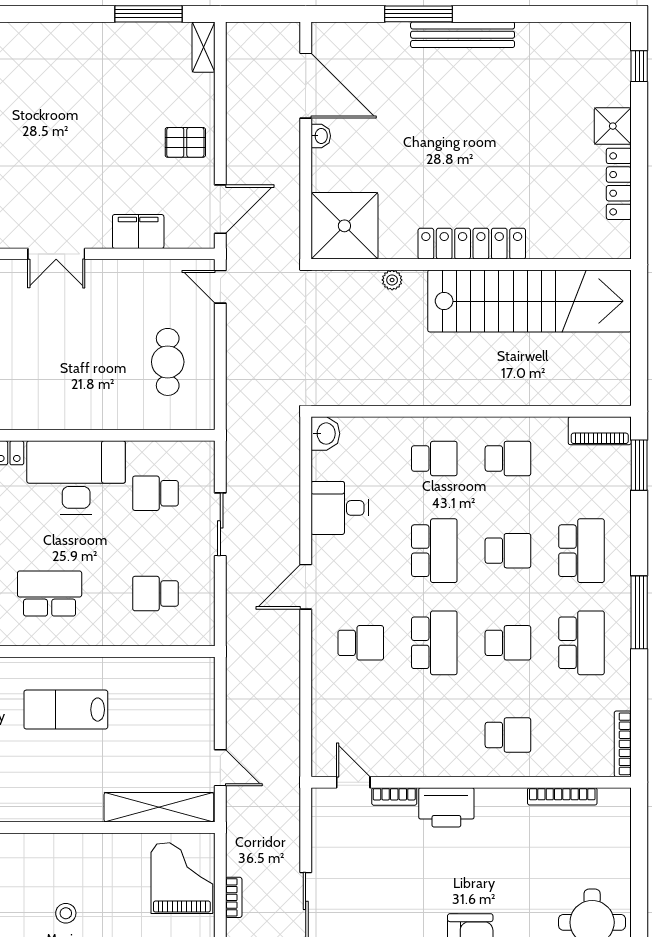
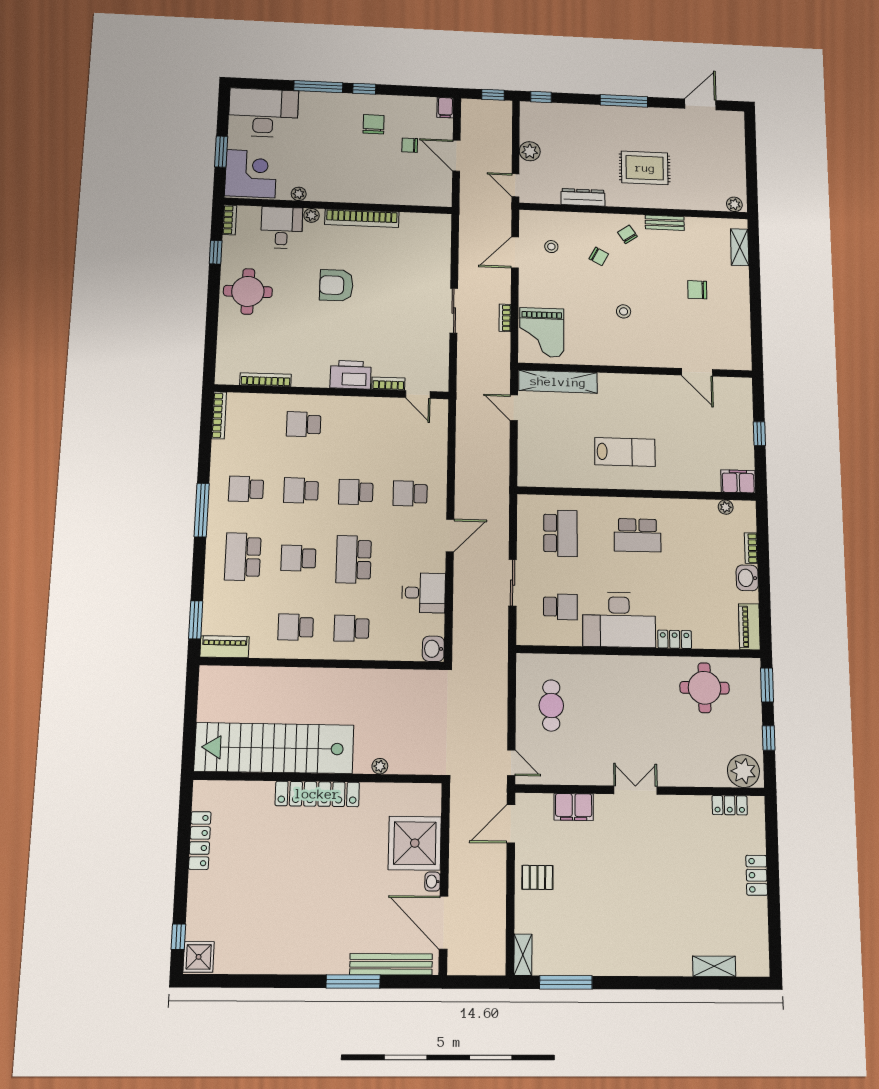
bench: (463, 35) -> (391, 964), moved
shower: (613, 126) -> (199, 957), moved
shower: (344, 226) -> (415, 843), moved
school desk: (155, 594) -> (560, 533), width x1.85
school desk: (434, 643) -> (356, 492), width x0.54
school desk: (581, 643) -> (246, 489), width x0.54

